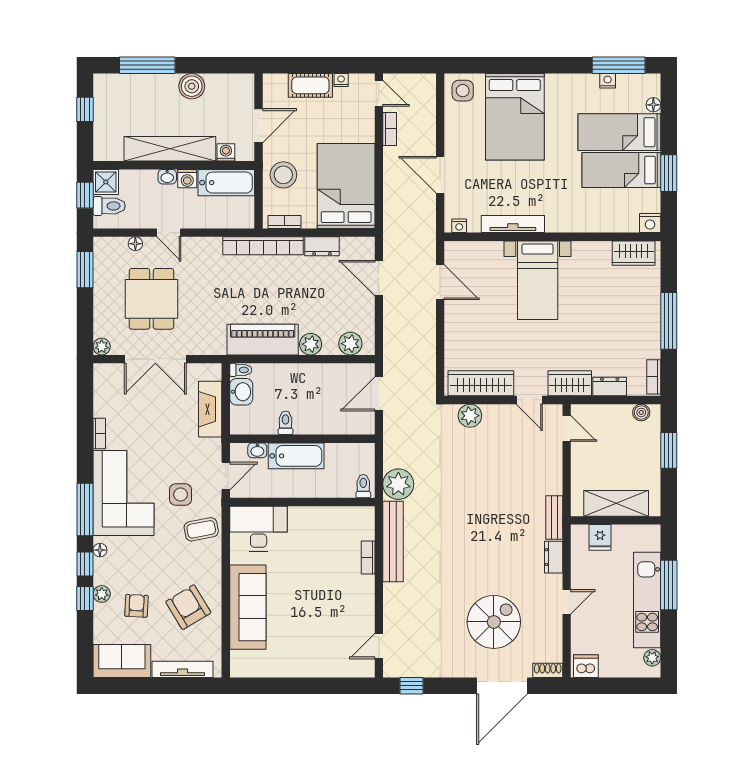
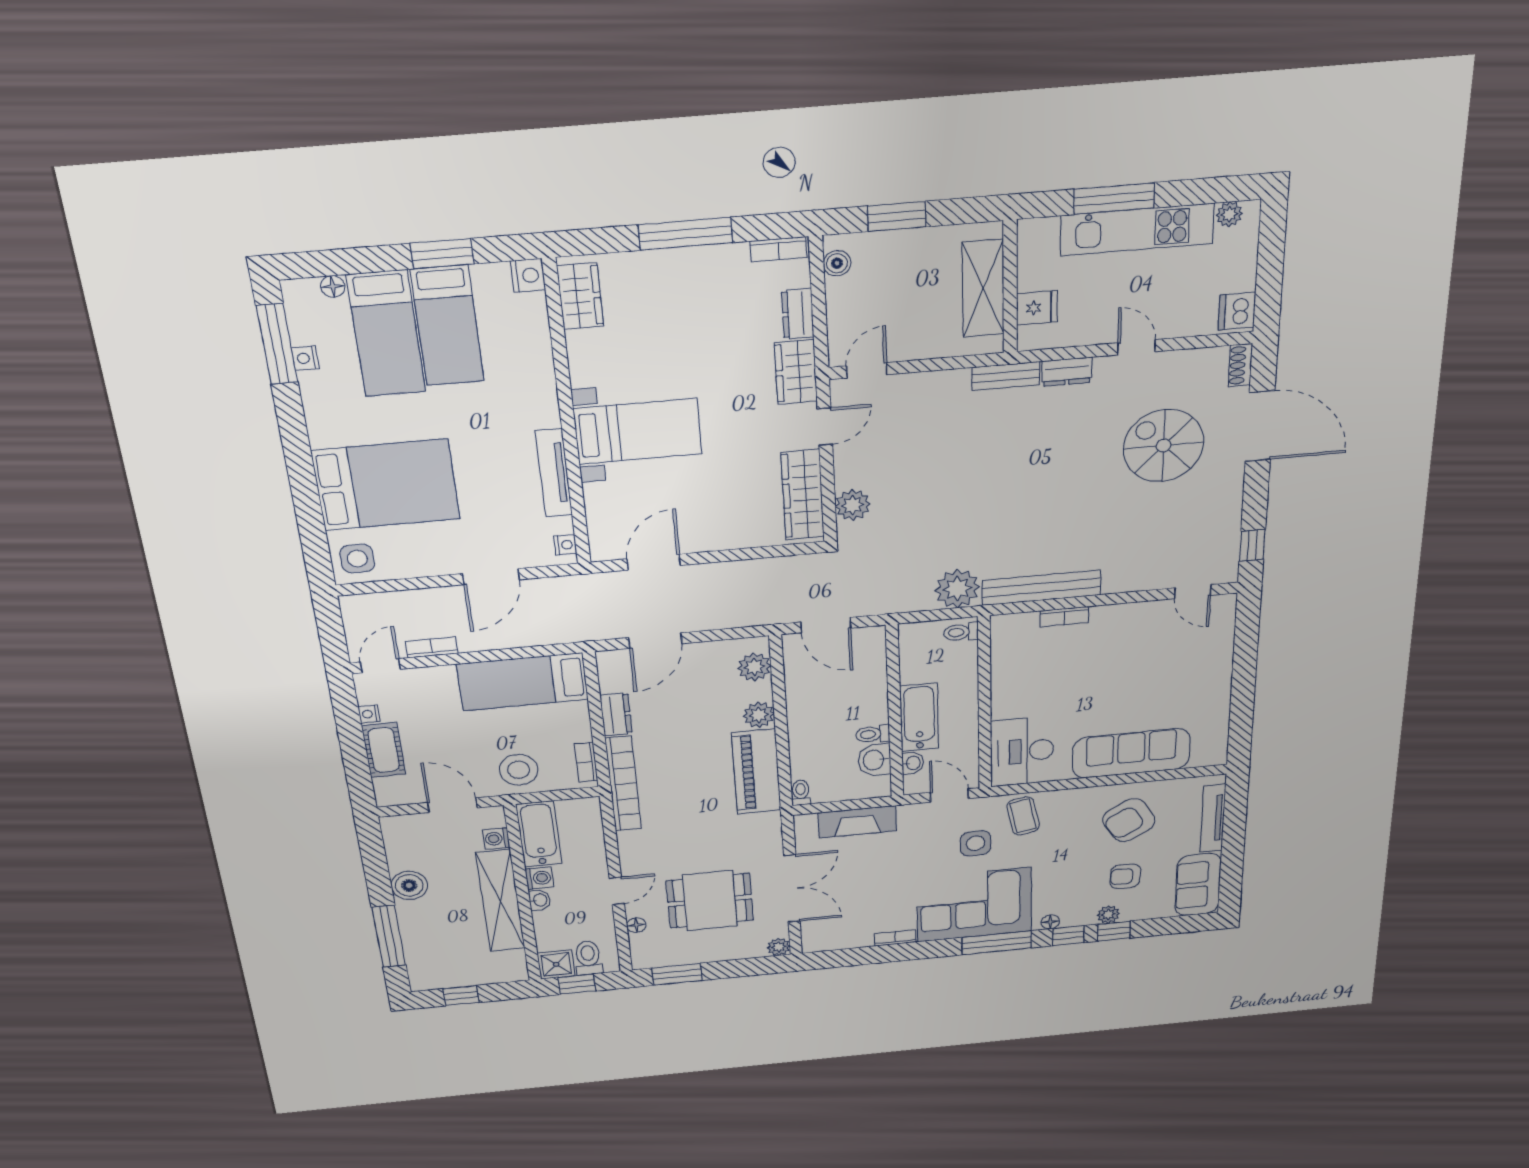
bed: (346, 186) -> (523, 682), width x0.67
washbasin: (241, 392) -> (874, 760), moved, turned -90

